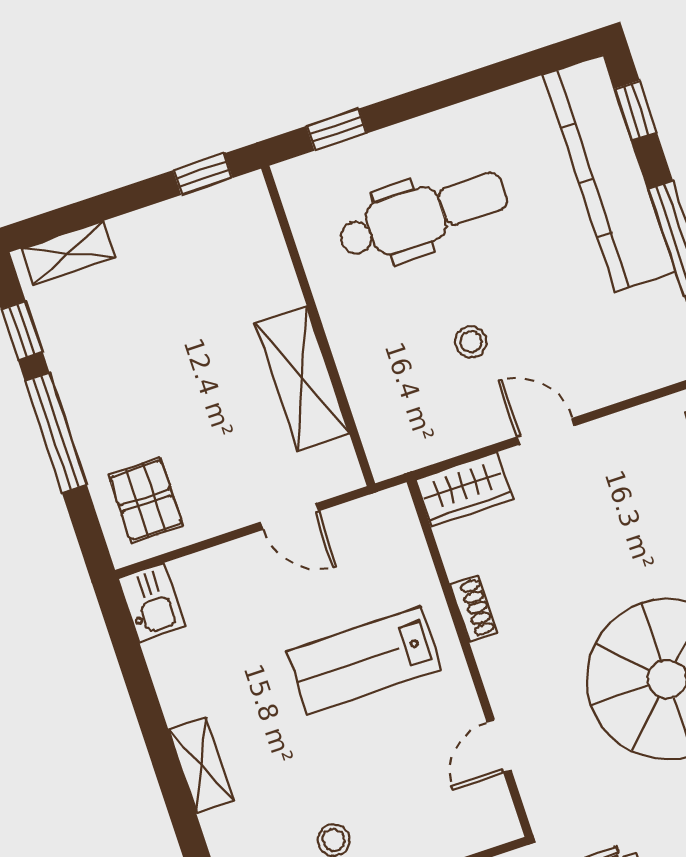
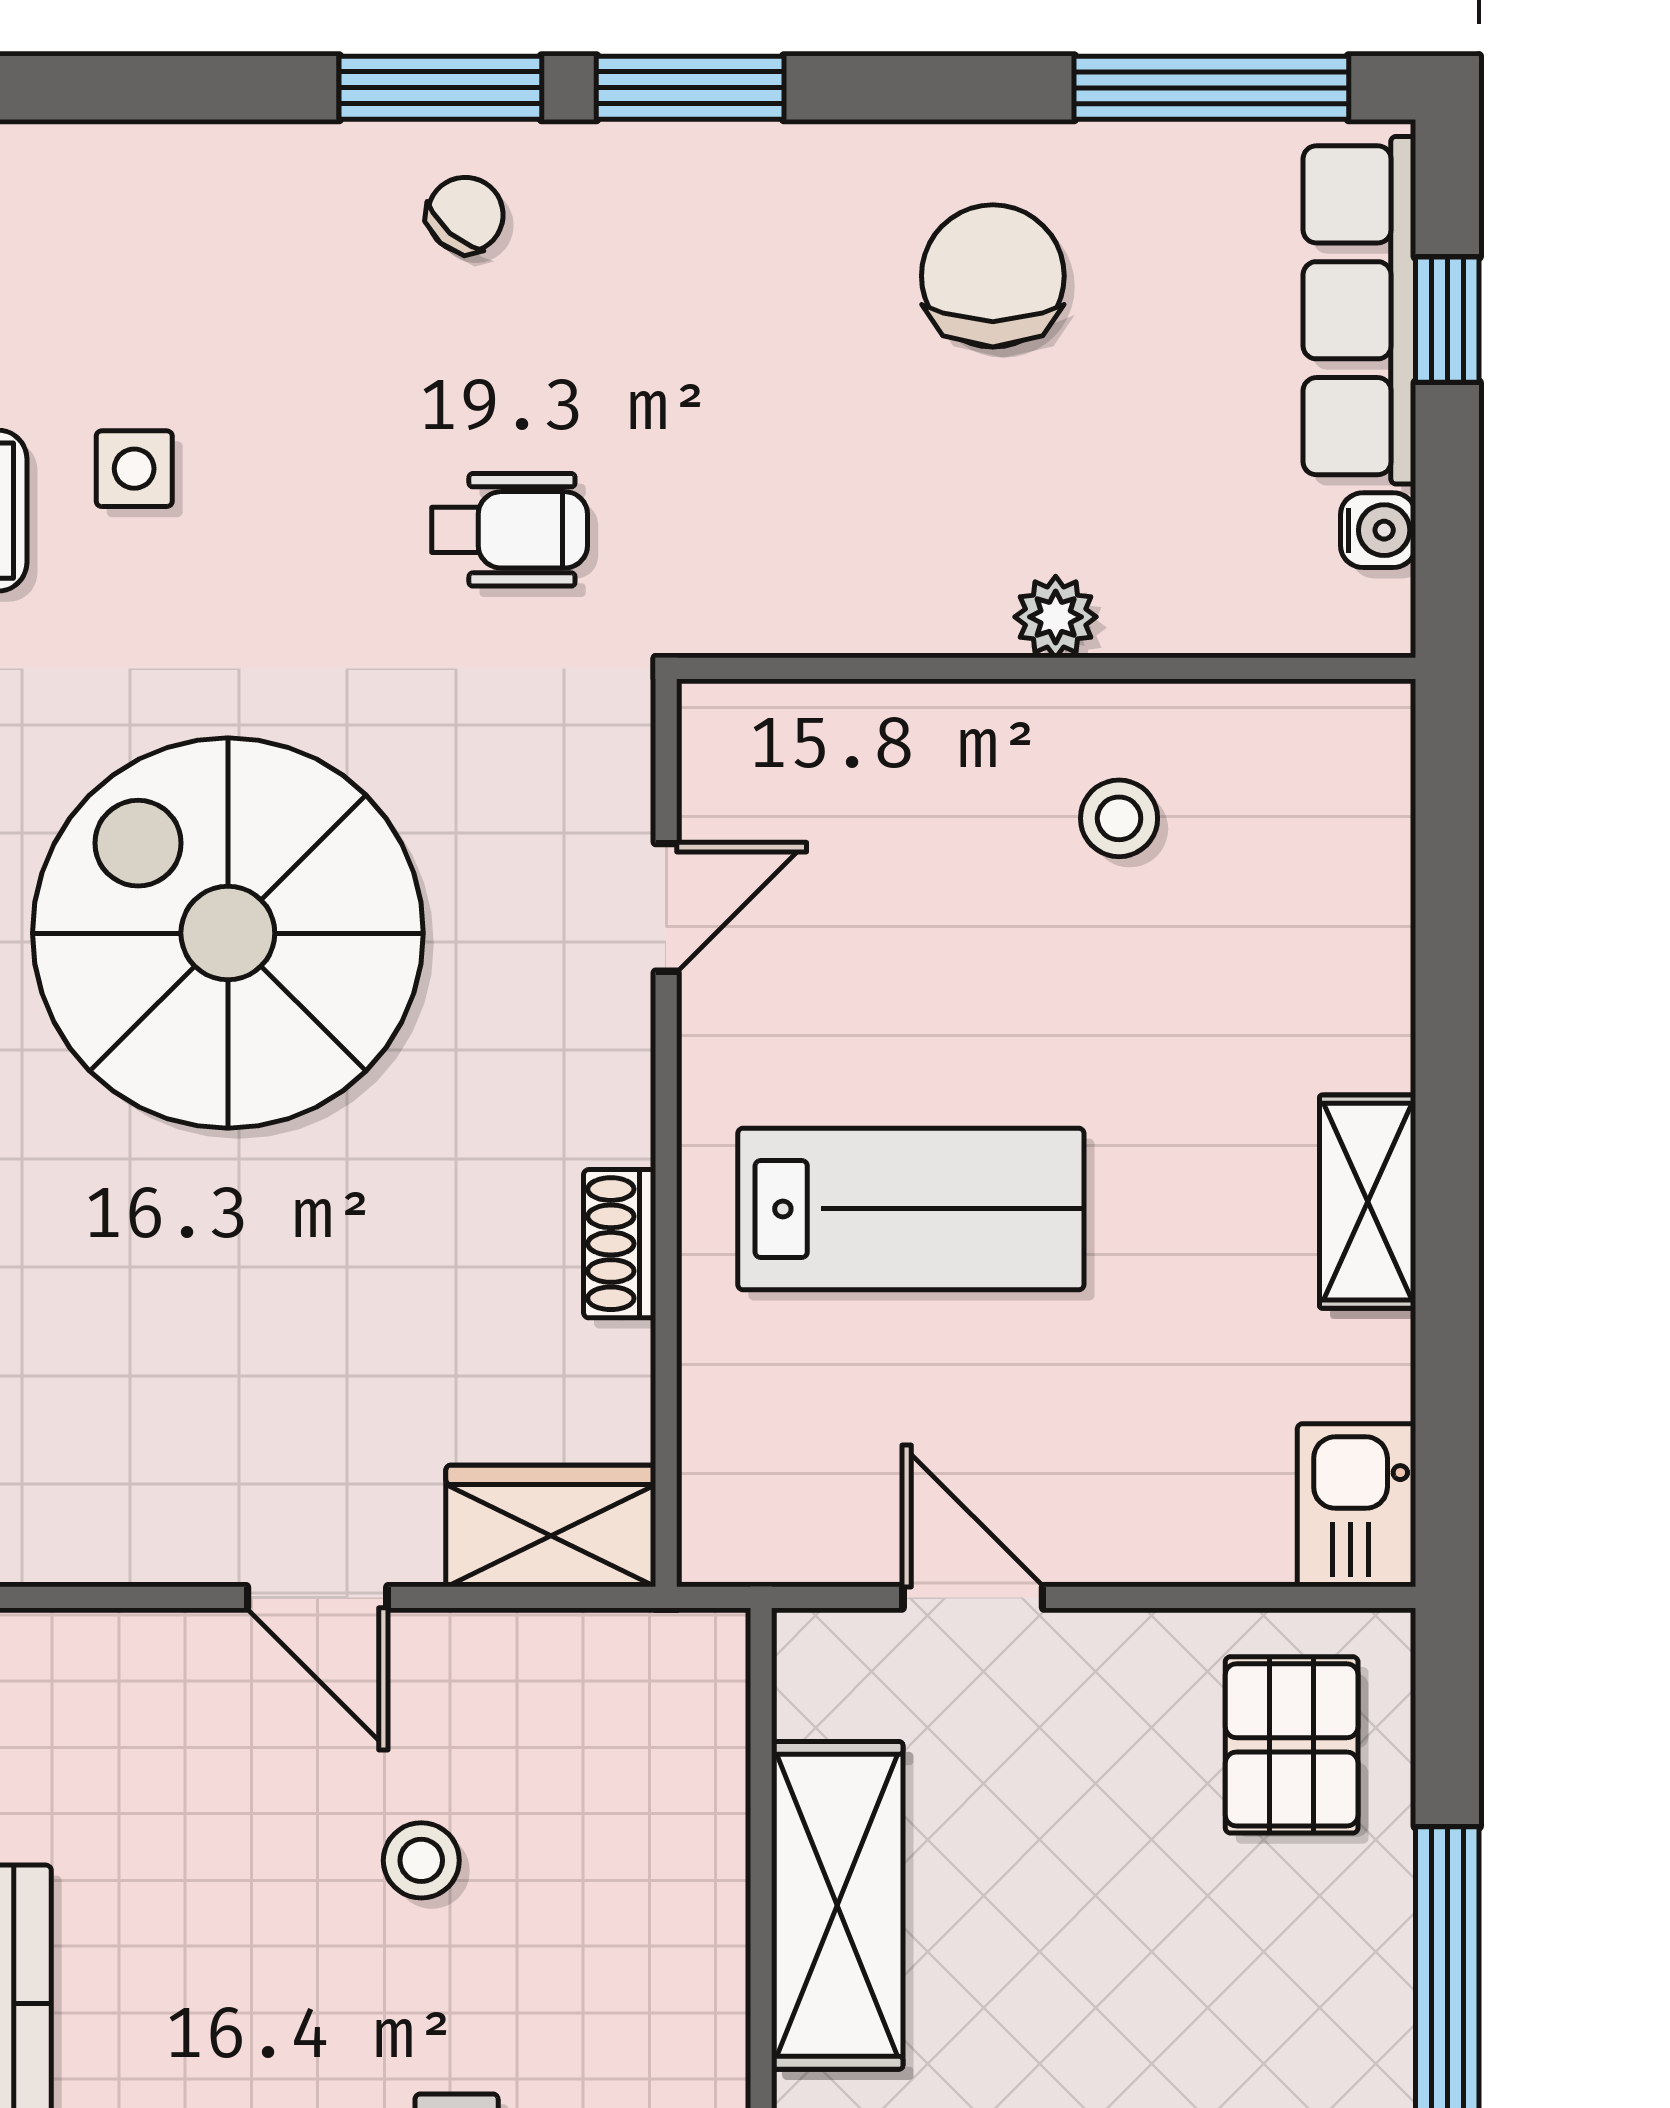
shelving: (201, 765) -> (1368, 1202), moved

